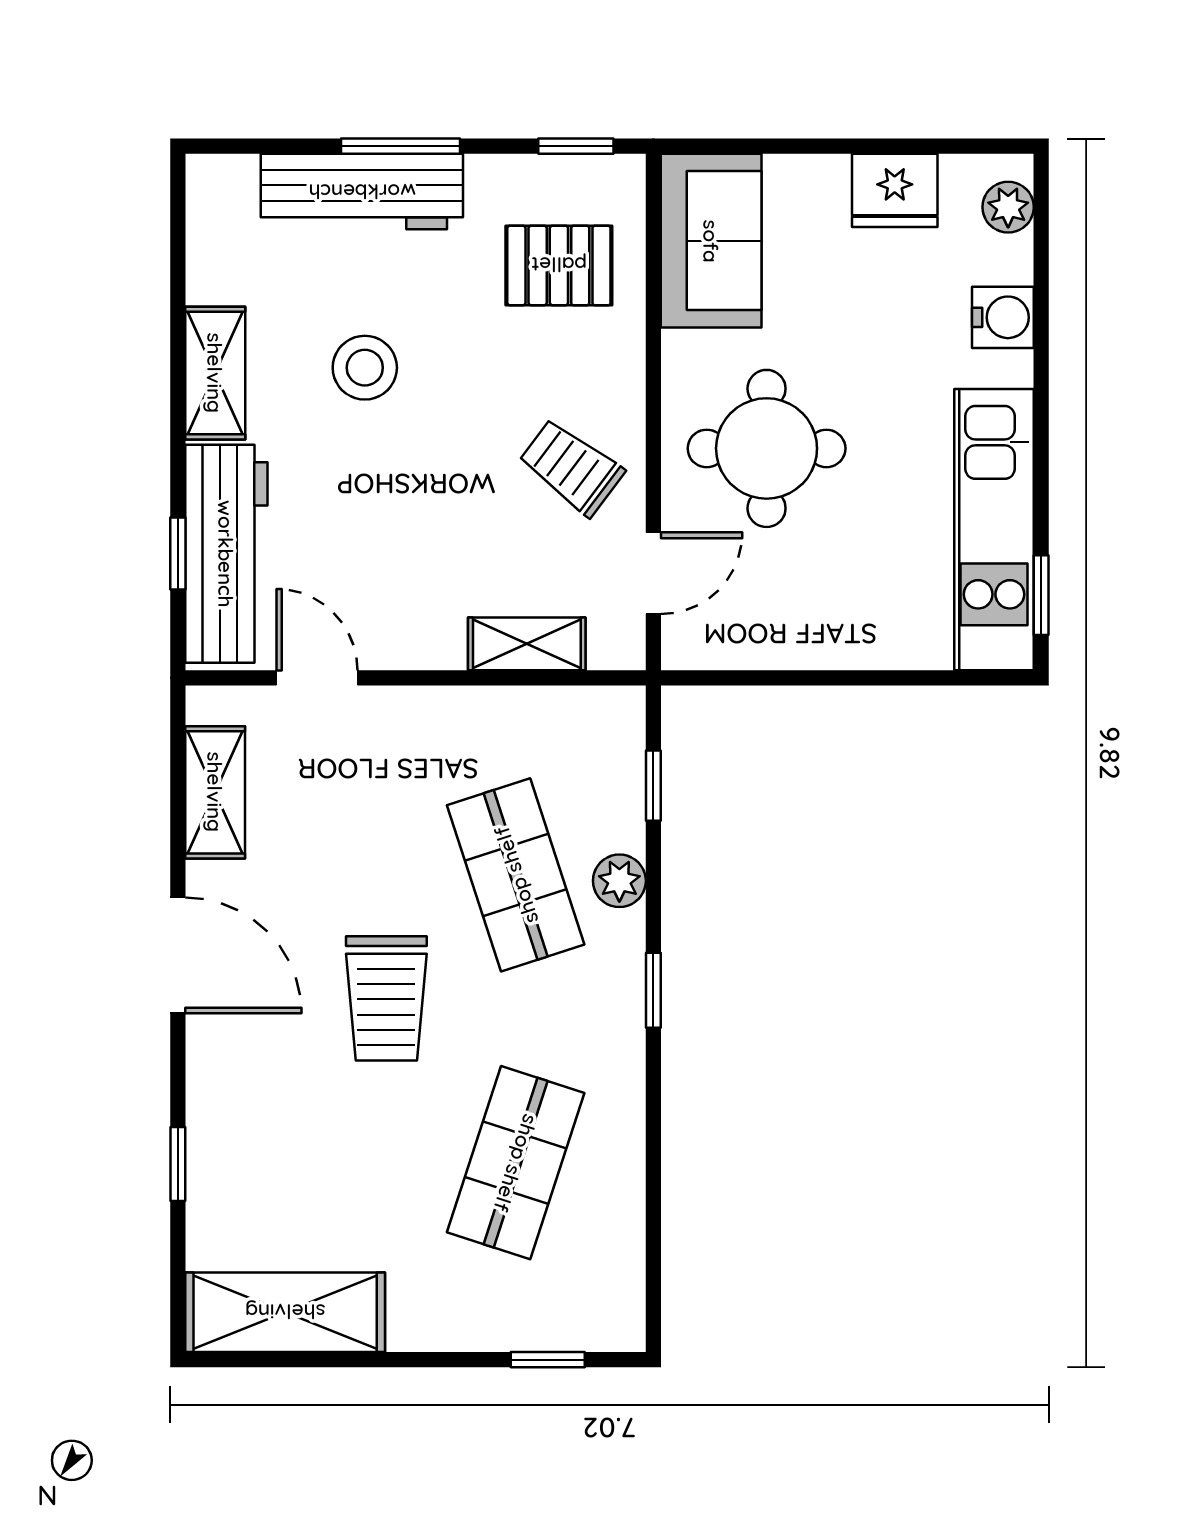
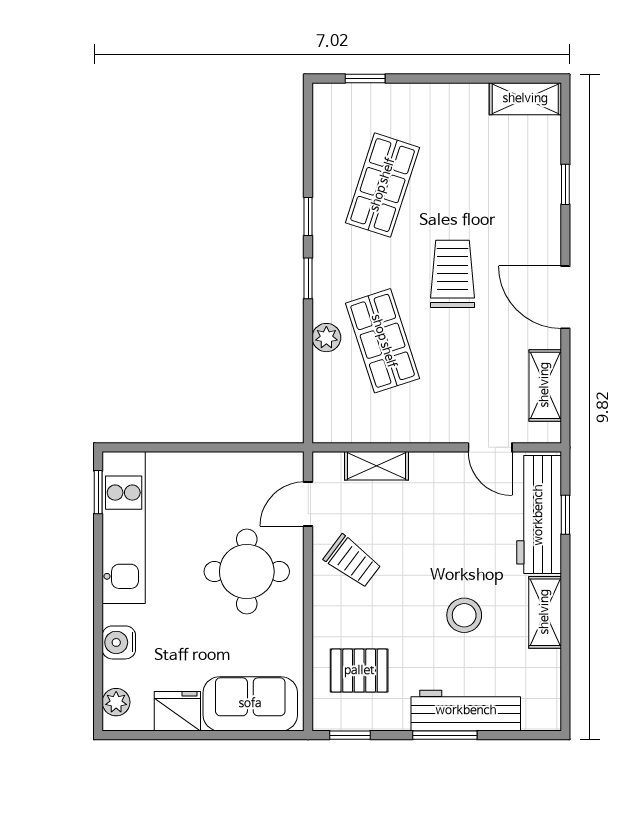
sofa: (711, 241) -> (250, 704), moved, turned 90
window: (653, 786) -> (308, 216), moved
shelving: (285, 1312) -> (525, 99), width x0.67, depth x0.75

